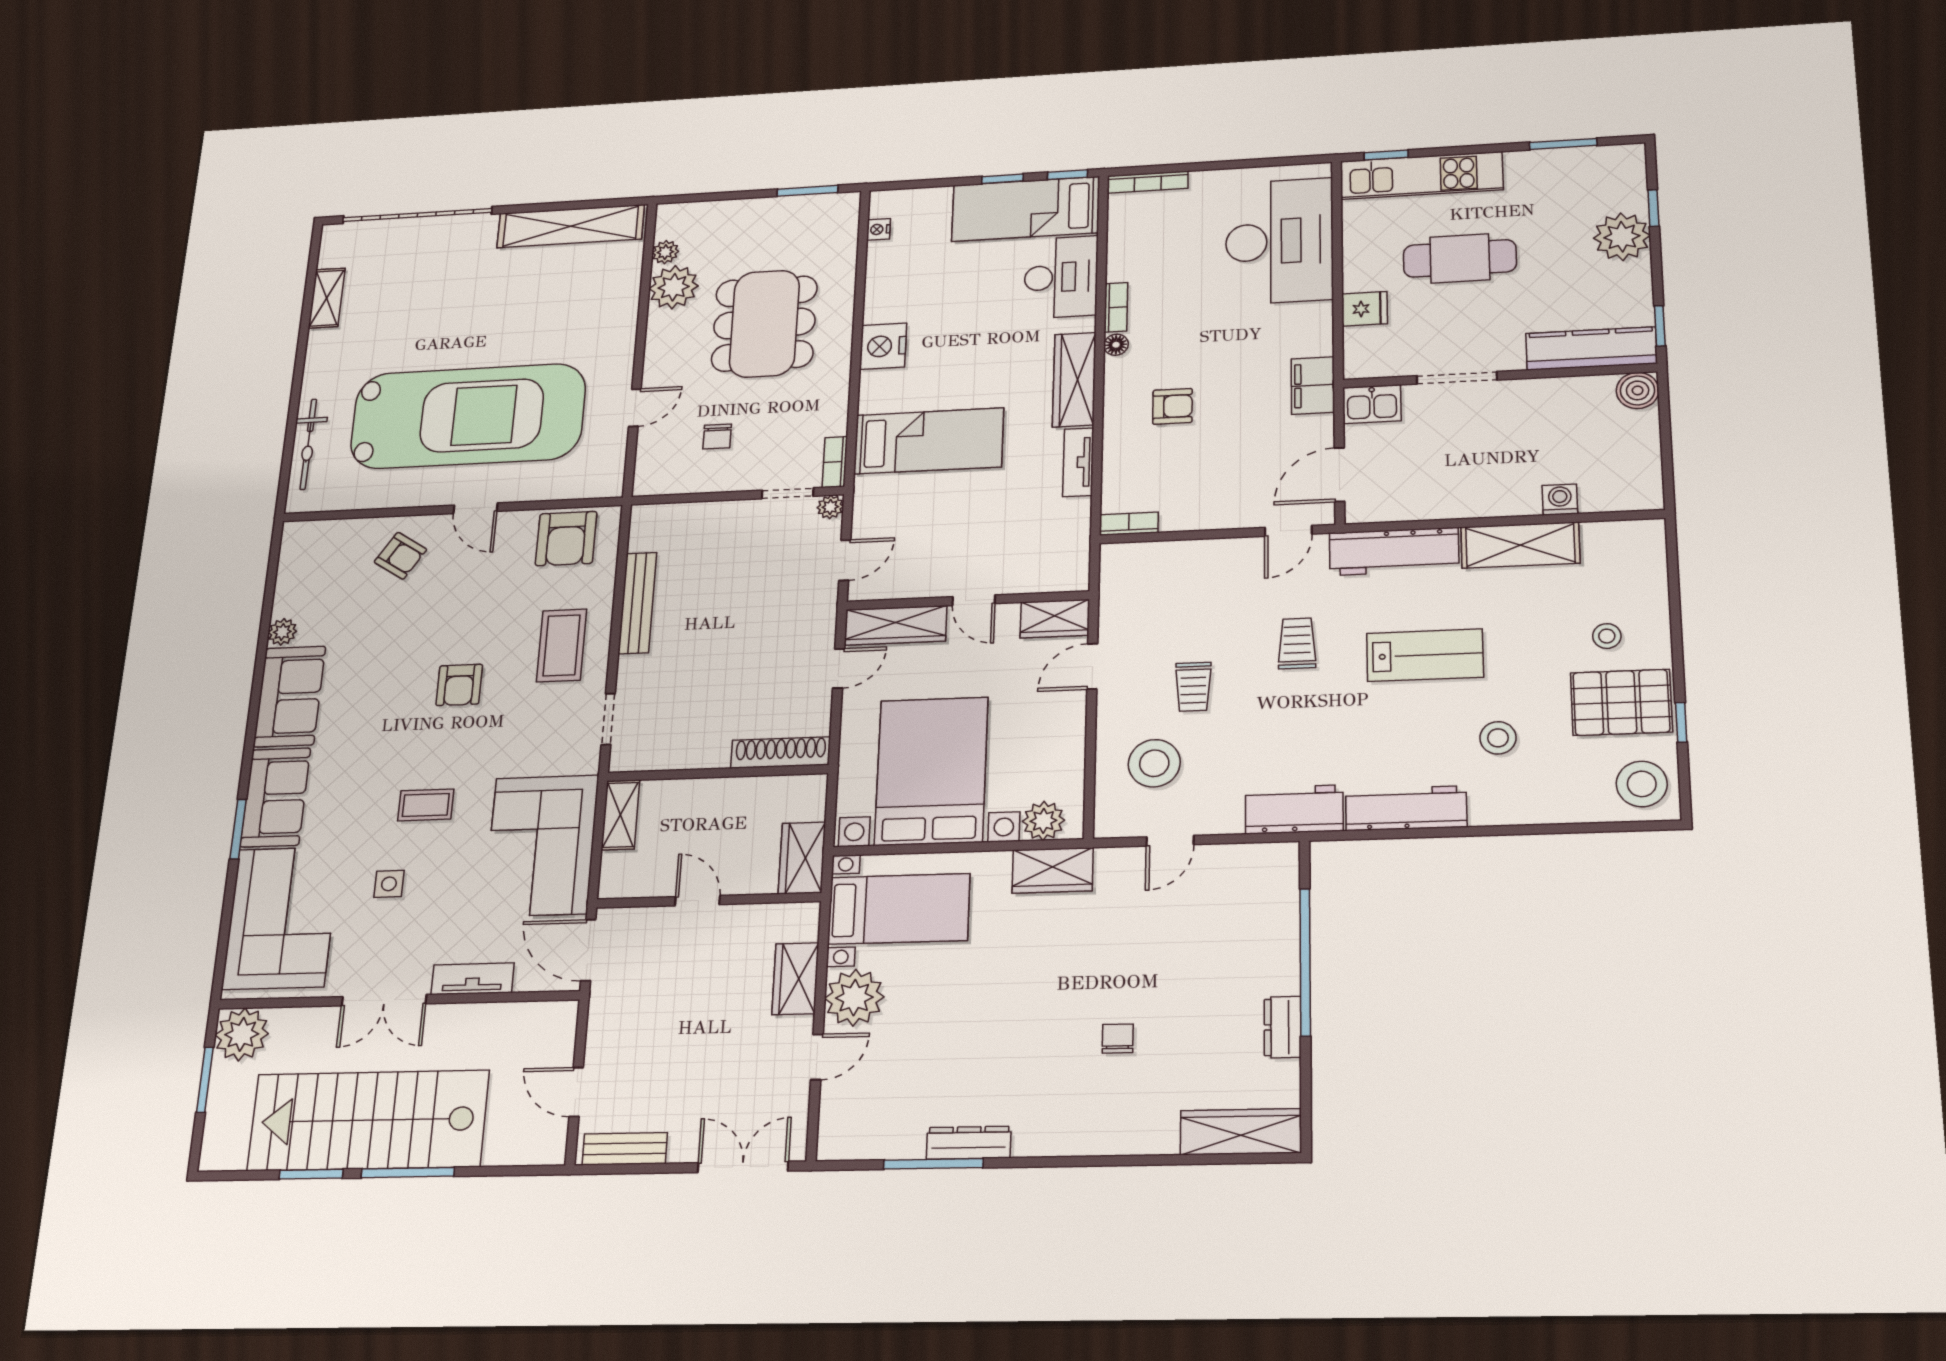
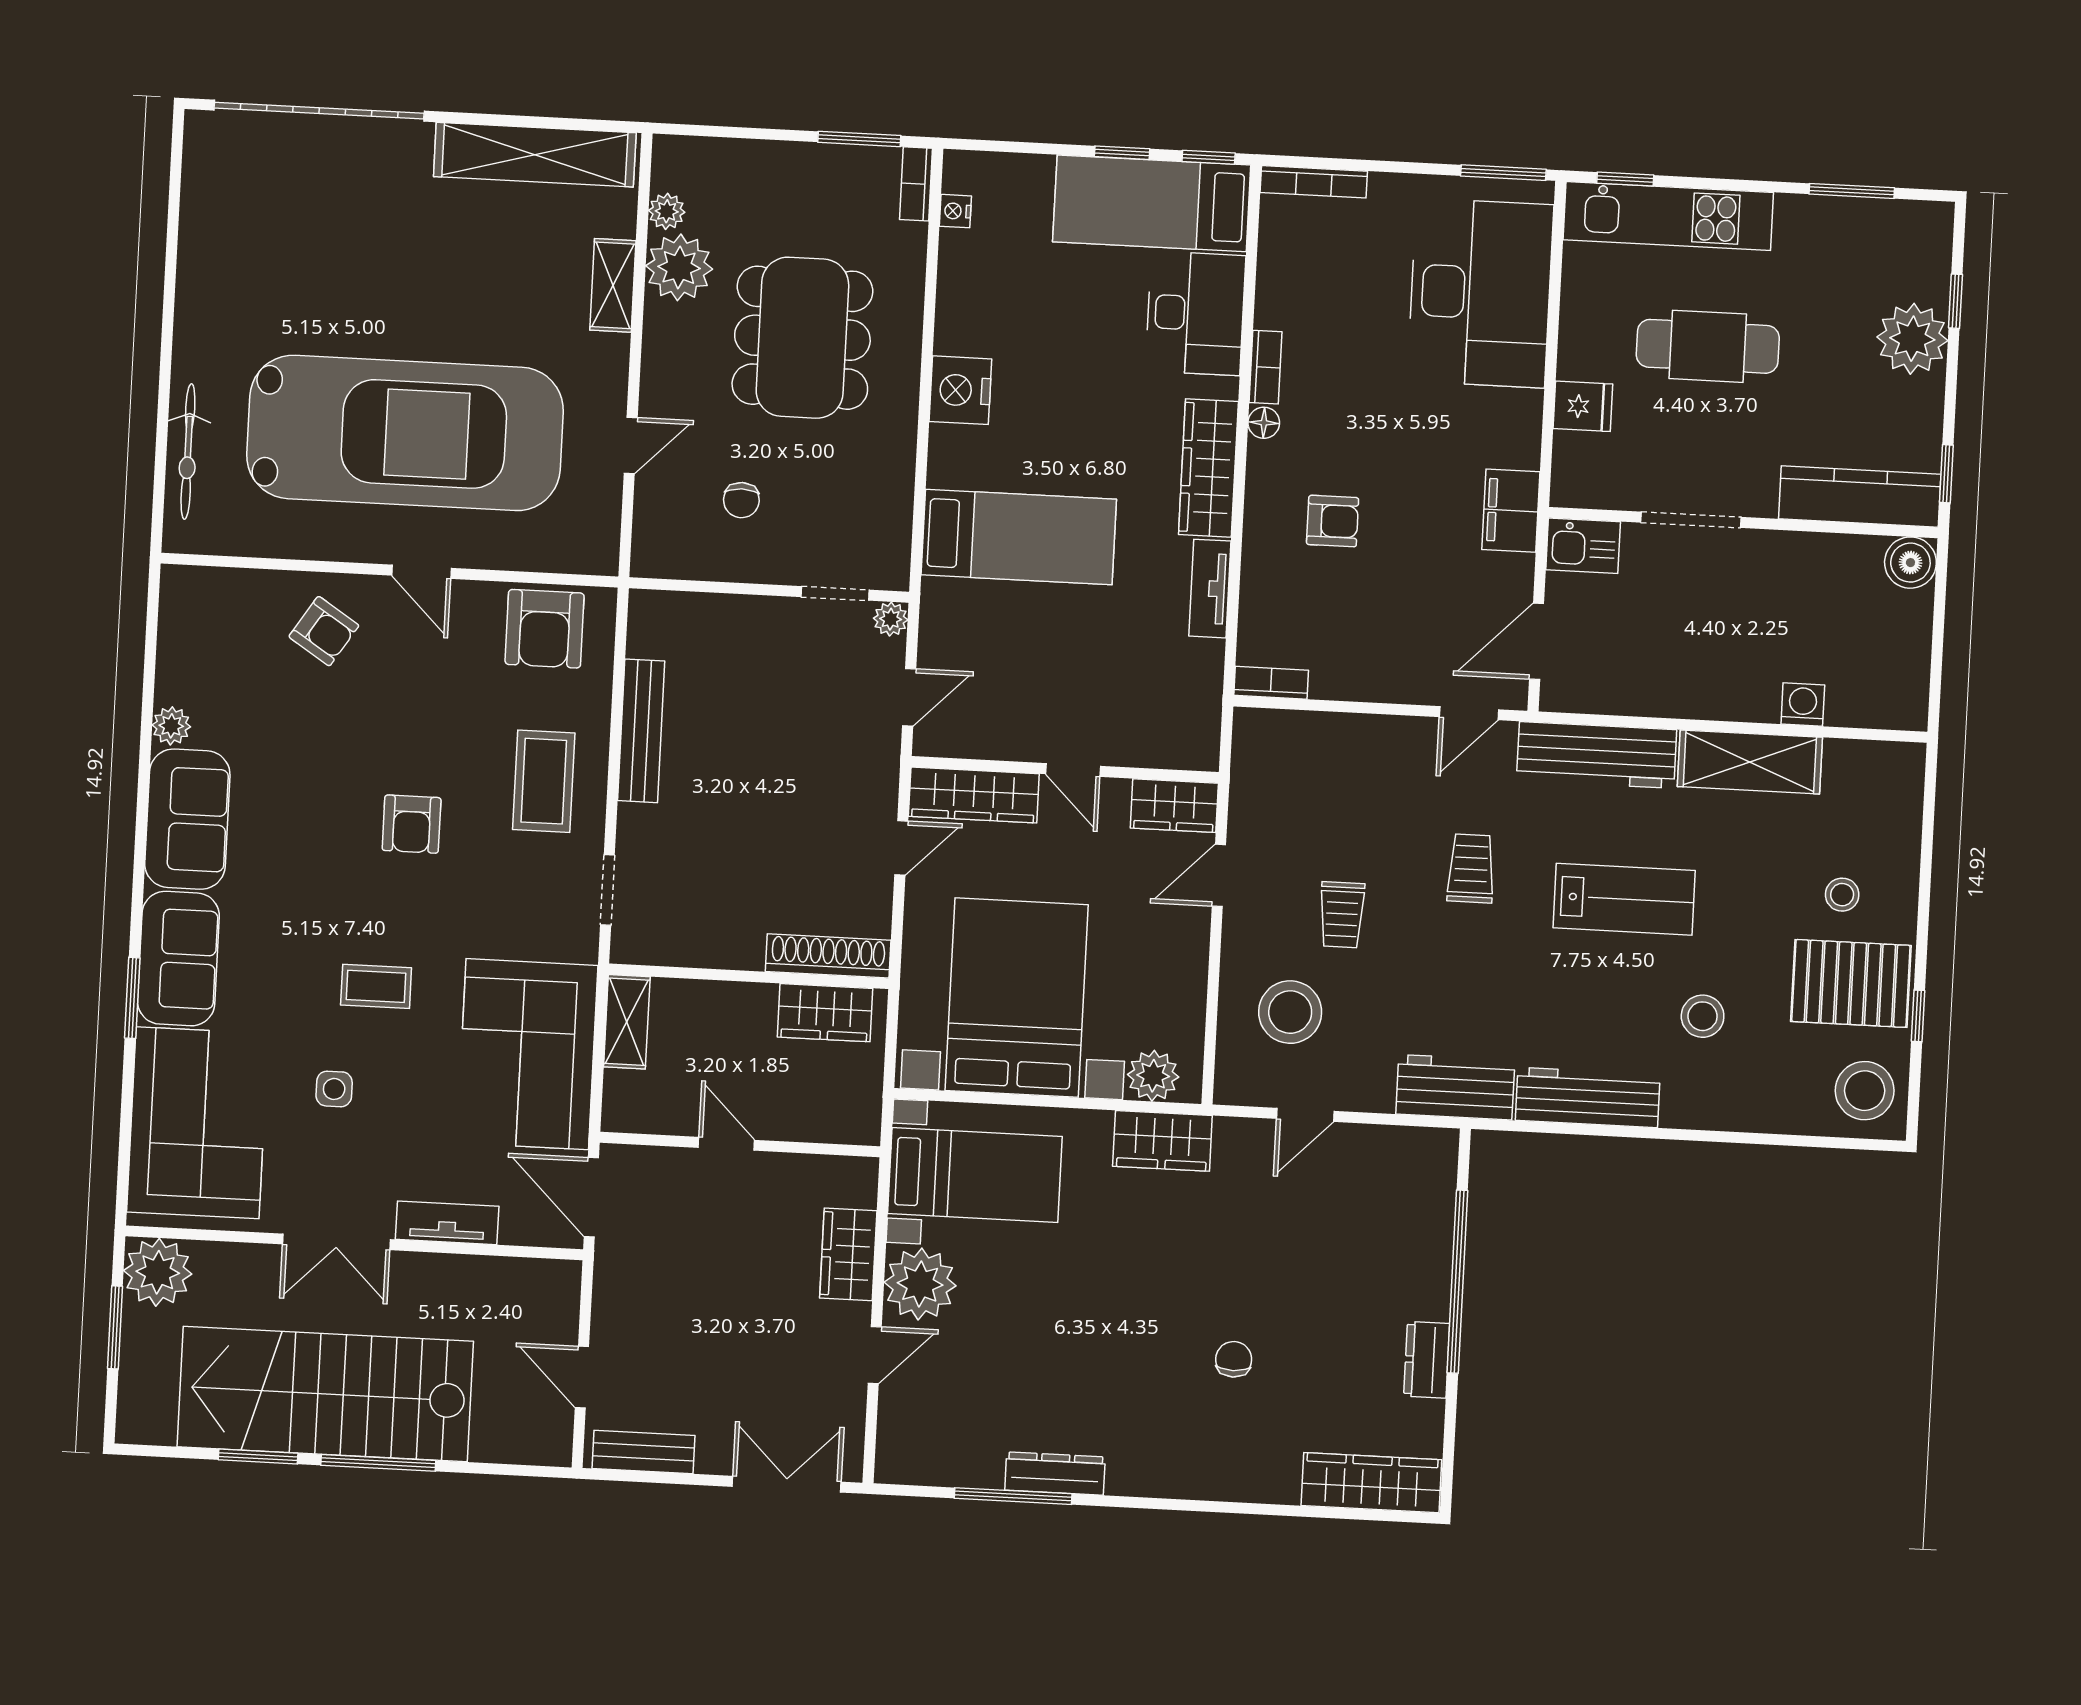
window: (1292, 161) -> (1503, 173), added
shelving: (327, 298) -> (613, 285), moved
bookcase: (835, 462) -> (916, 184), moved
wardrobe: (802, 858) -> (825, 1013), moved, turned -90

